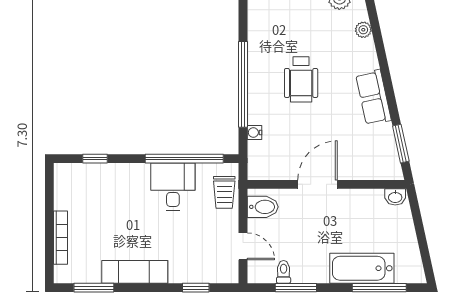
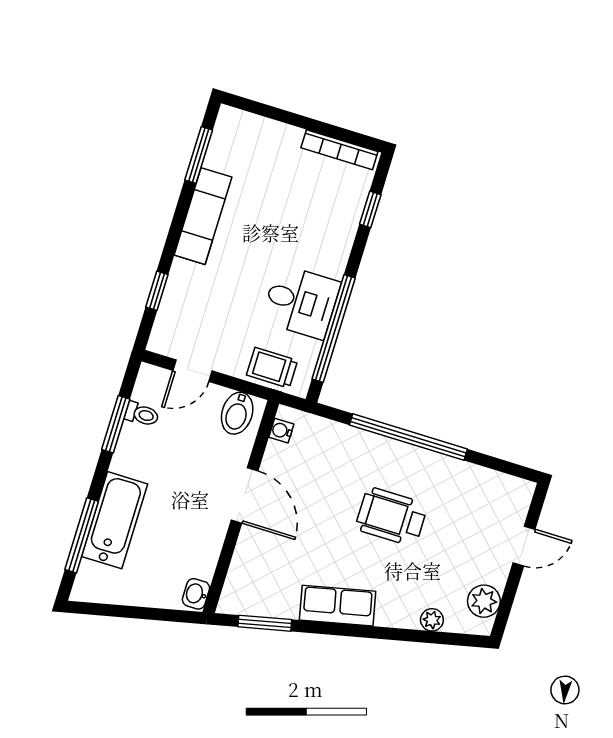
water cooler: (255, 132) -> (281, 431), moved, turned -90
bookcase: (61, 238) -> (339, 150), moved

